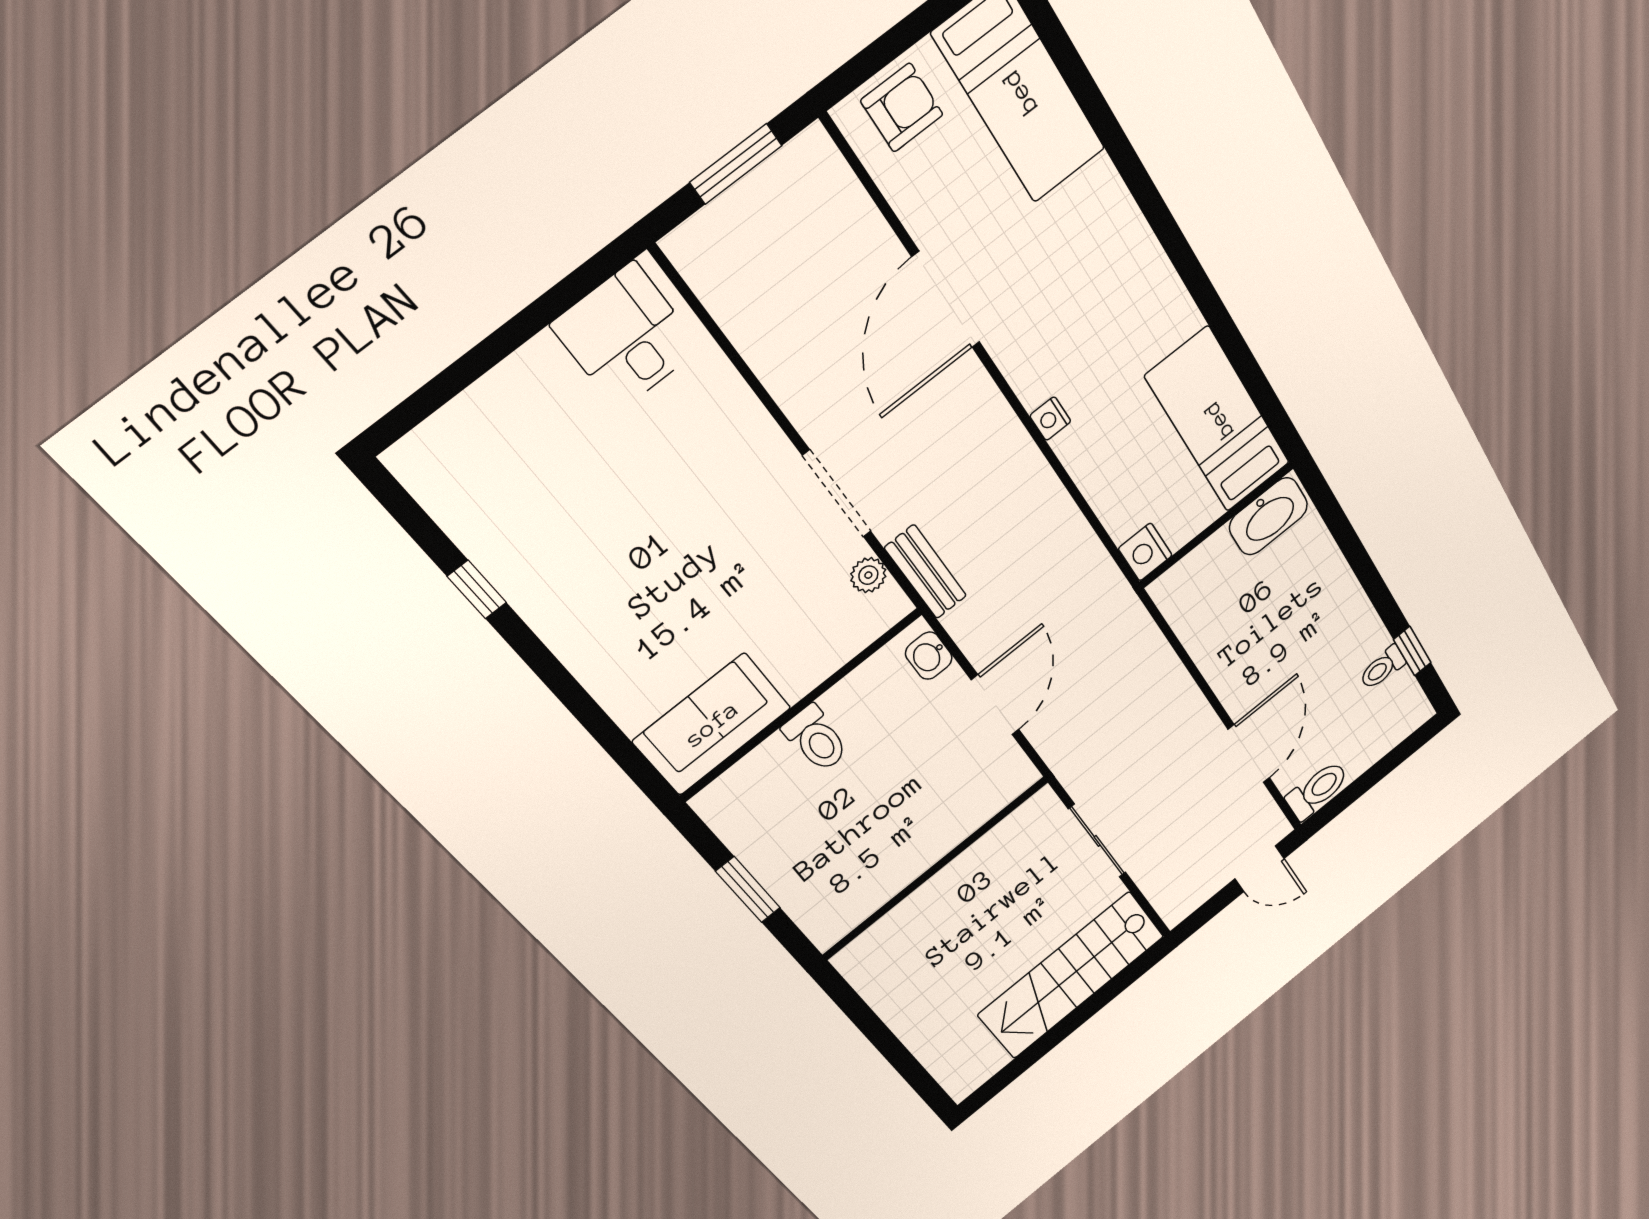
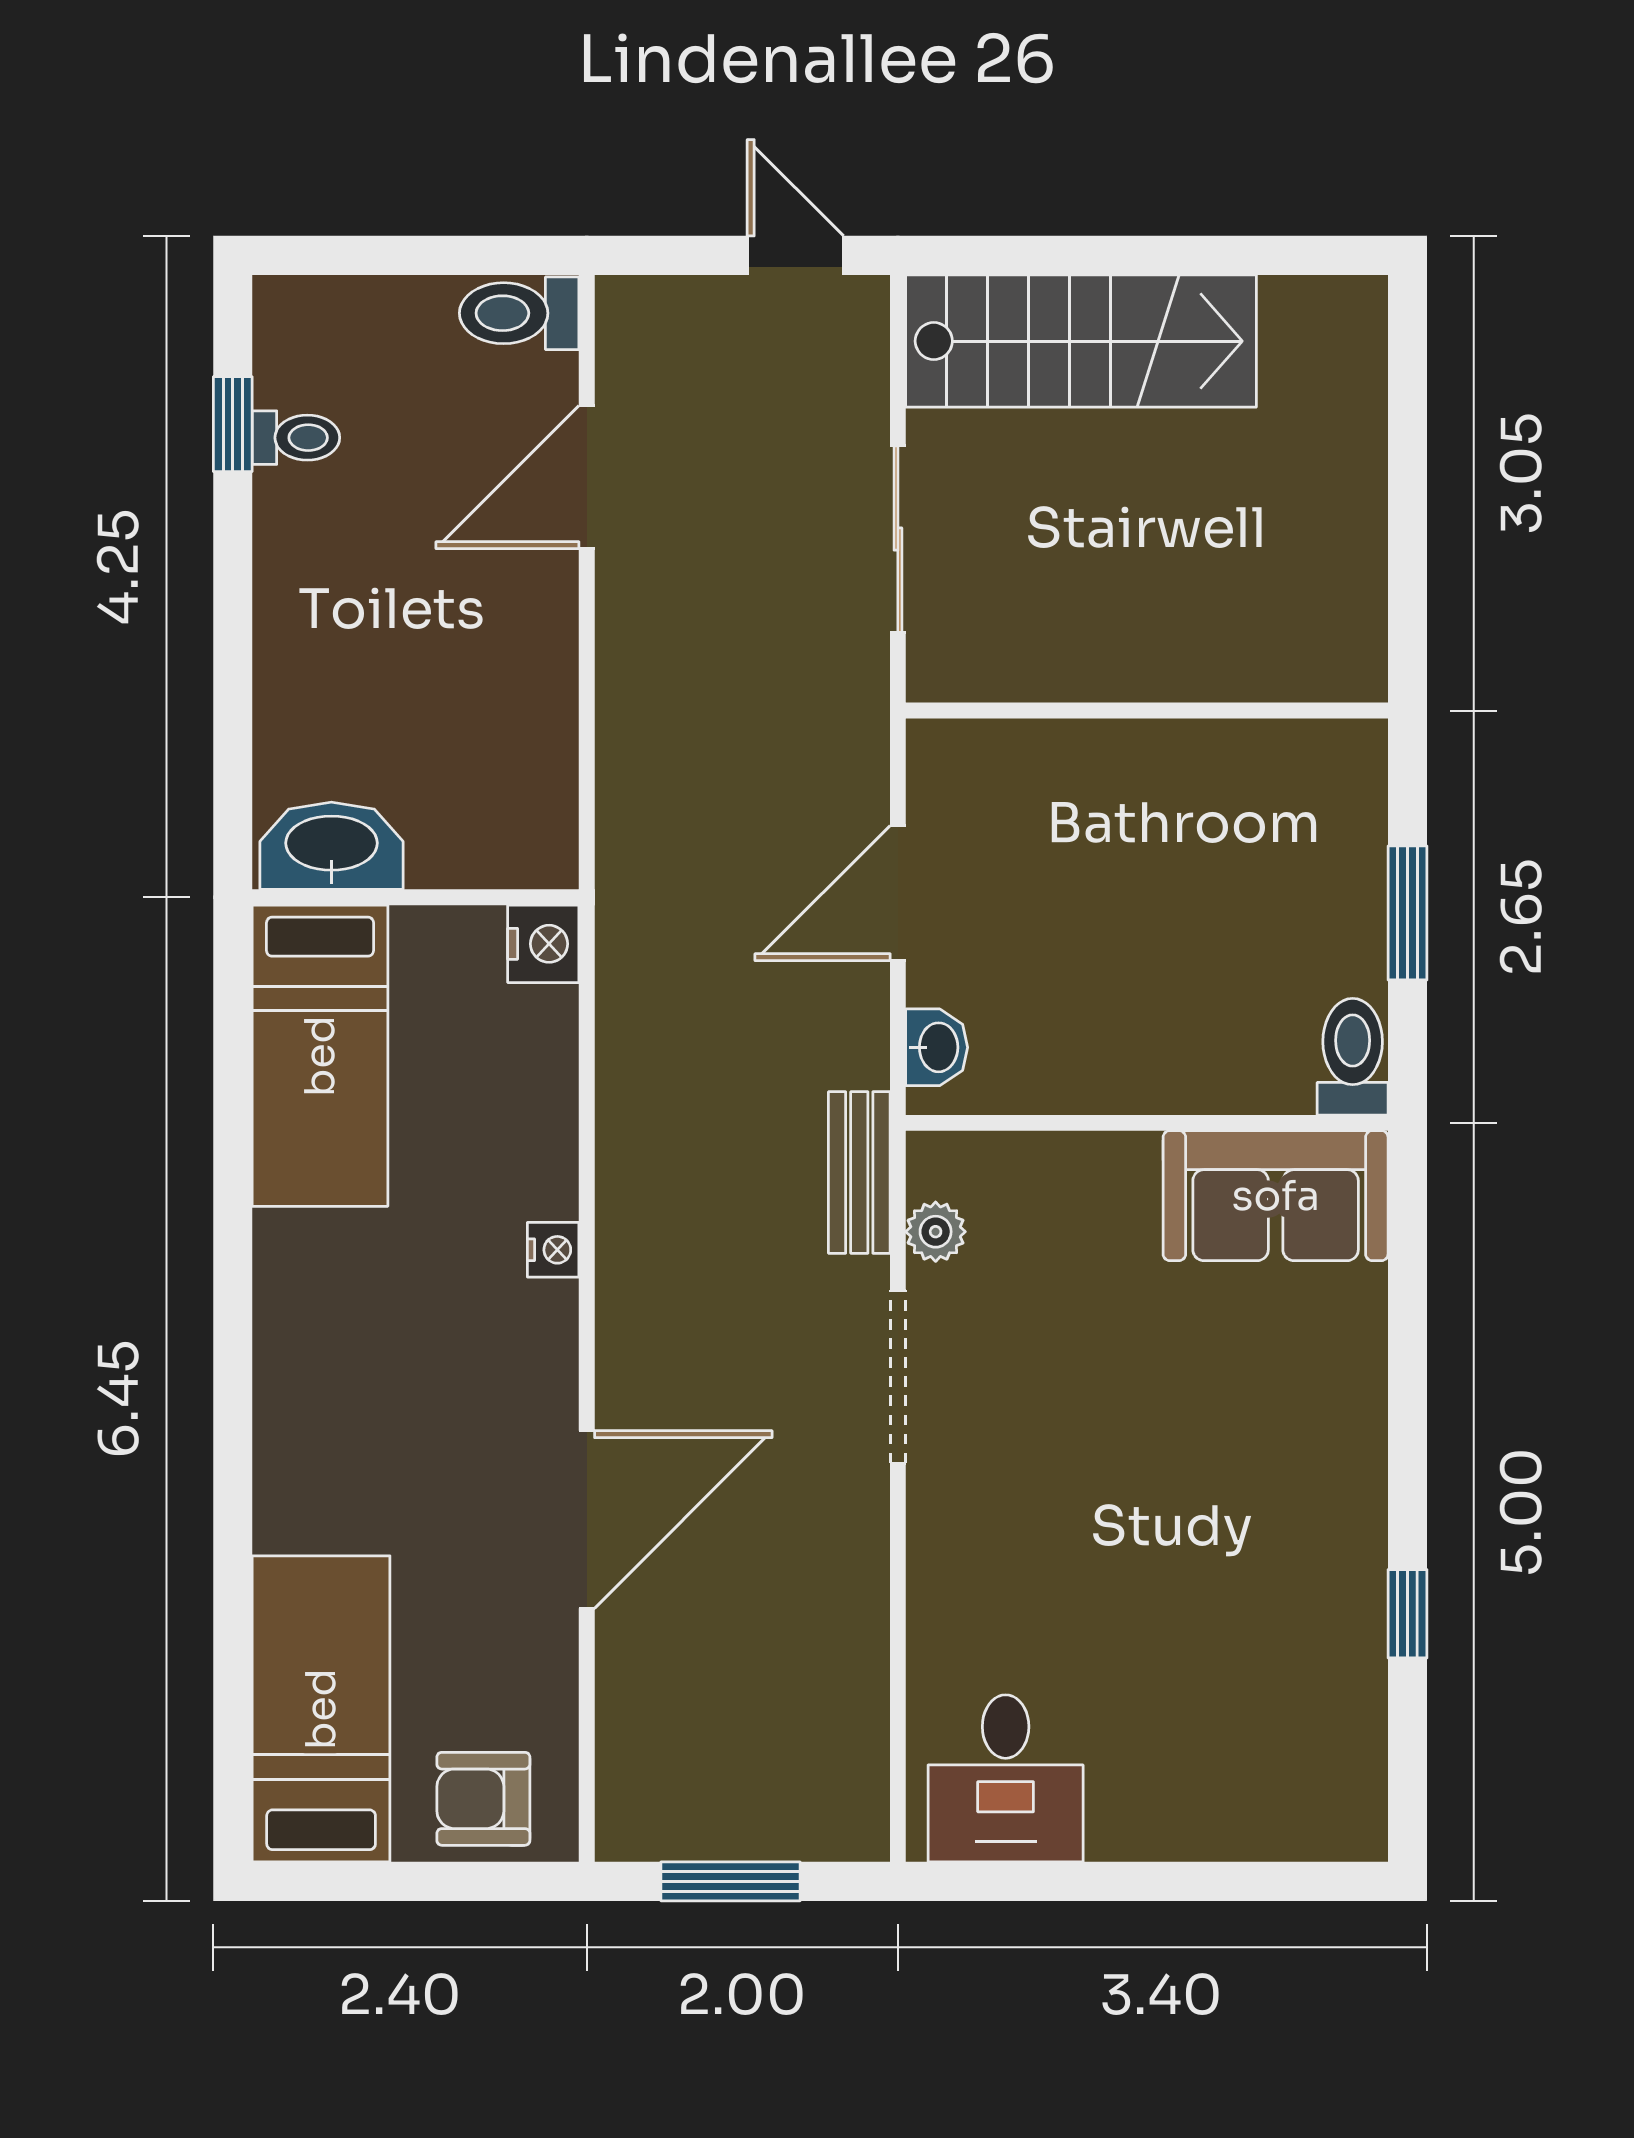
toilet: (816, 739) -> (1353, 1057), moved
door: (1260, 869) -> (795, 255), moved

